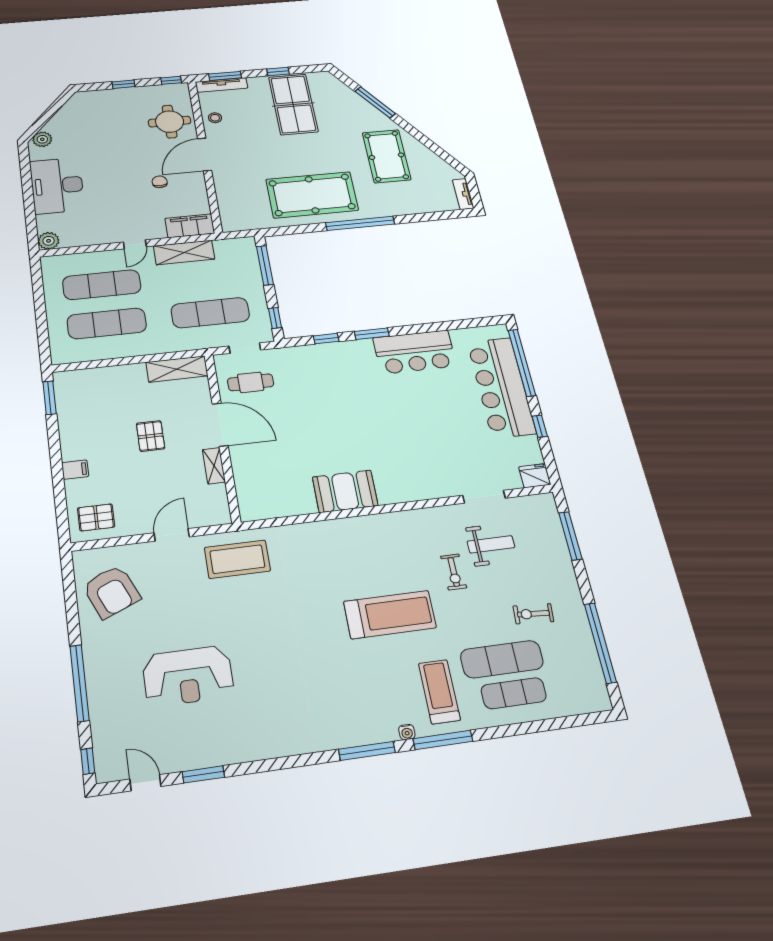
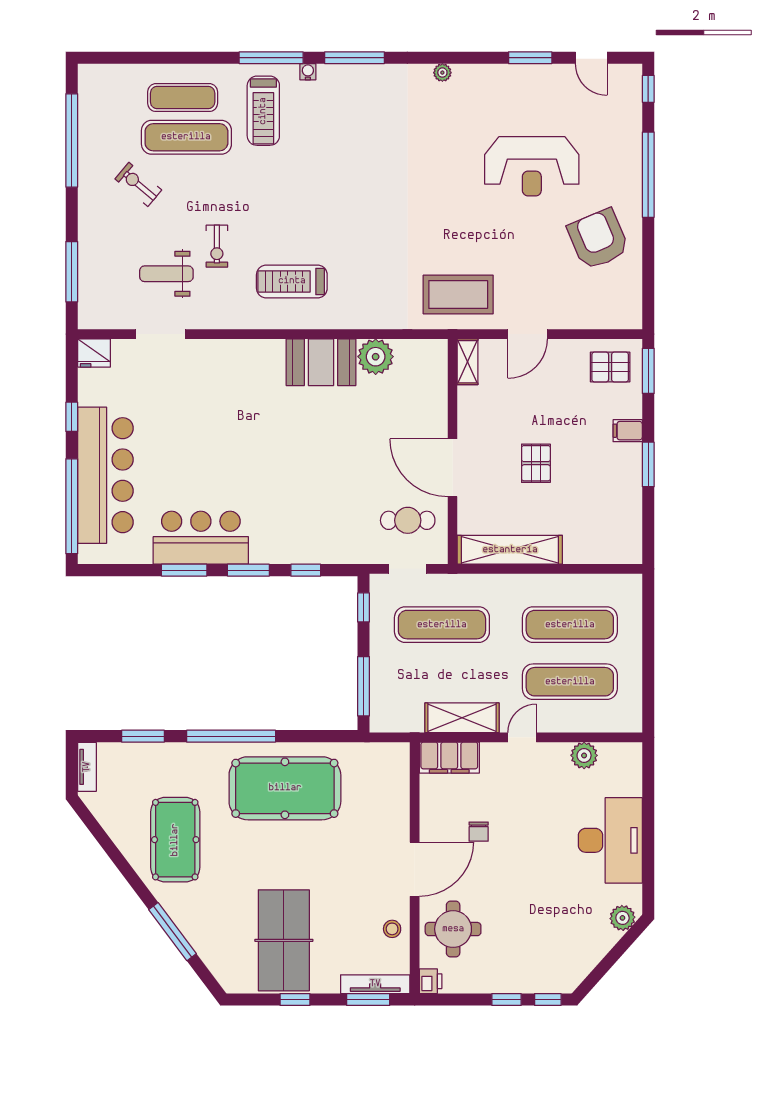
window: (171, 80) -> (548, 999), moved
printer: (181, 90) -> (431, 981), added
window: (426, 217) -> (143, 736), added
plant: (49, 241) -> (584, 755), moved
window: (422, 328) -> (184, 570), added
shelving: (177, 369) -> (510, 550), width x1.47
window: (50, 398) -> (648, 464), moved
shelving: (214, 466) -> (468, 362), moved
plant: (300, 501) -> (376, 357), added
window: (62, 518) -> (648, 371), added
exercise bike: (454, 572) -> (217, 246), turned 180
armchair: (111, 592) -> (598, 239), moved
exercise bike: (533, 614) -> (138, 184), turned -144
treadmill: (390, 615) -> (292, 281), moved, width x0.73, depth x0.73
reception desk: (188, 676) -> (532, 166), turned 180
plant: (283, 749) -> (442, 73), added

